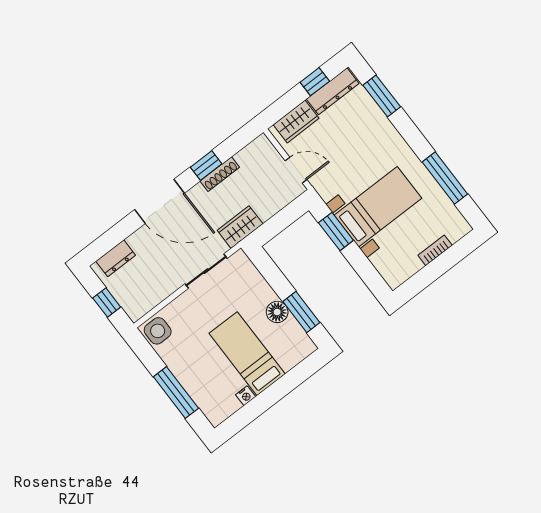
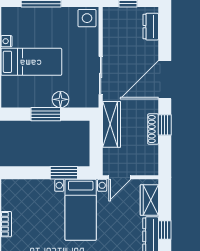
bed with nightstands: (378, 207) -> (81, 210), moved
wardrobe: (240, 227) -> (111, 124), width x1.50
floor lamp: (277, 312) -> (60, 99), moved
window: (301, 312) -> (46, 114), moved

